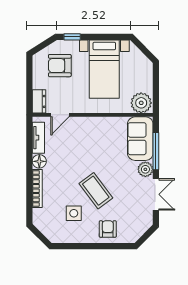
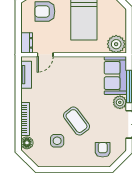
floor lamp: (39, 161) -> (27, 143), moved
armchair: (108, 229) -> (103, 150), moved

